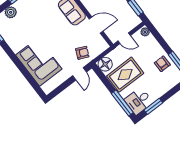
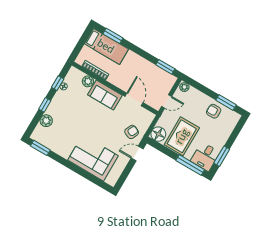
door: (96, 25) -> (134, 100), hinge flipped
door: (79, 74) -> (137, 154), swing flipped

